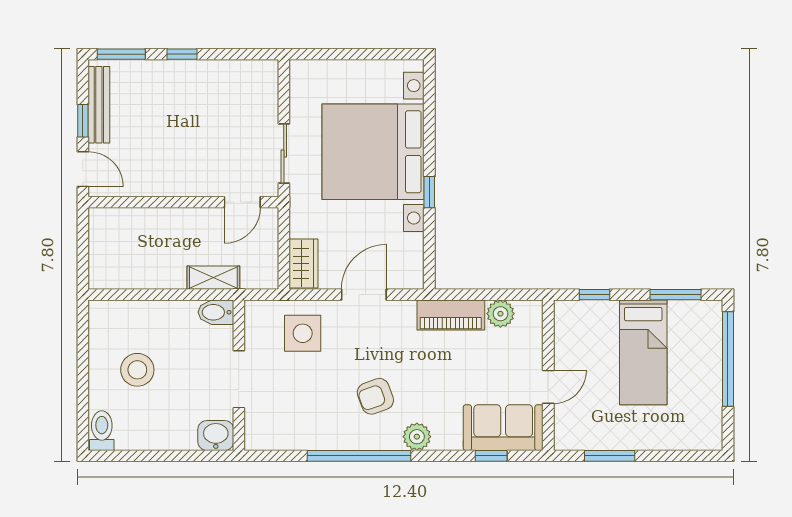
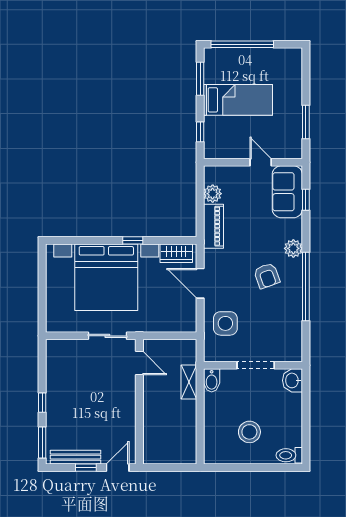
wardrobe: (303, 263) -> (176, 253), moved, turned 180

